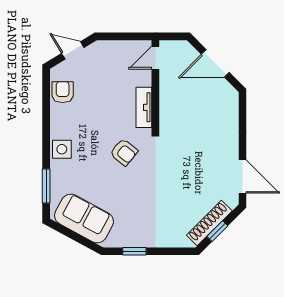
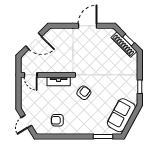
door: (215, 63) -> (34, 41), hinge flipped
armchair: (63, 92) -> (57, 120), moved
side table: (62, 149) -> (82, 128), removed
door: (242, 177) -> (88, 26), moved

